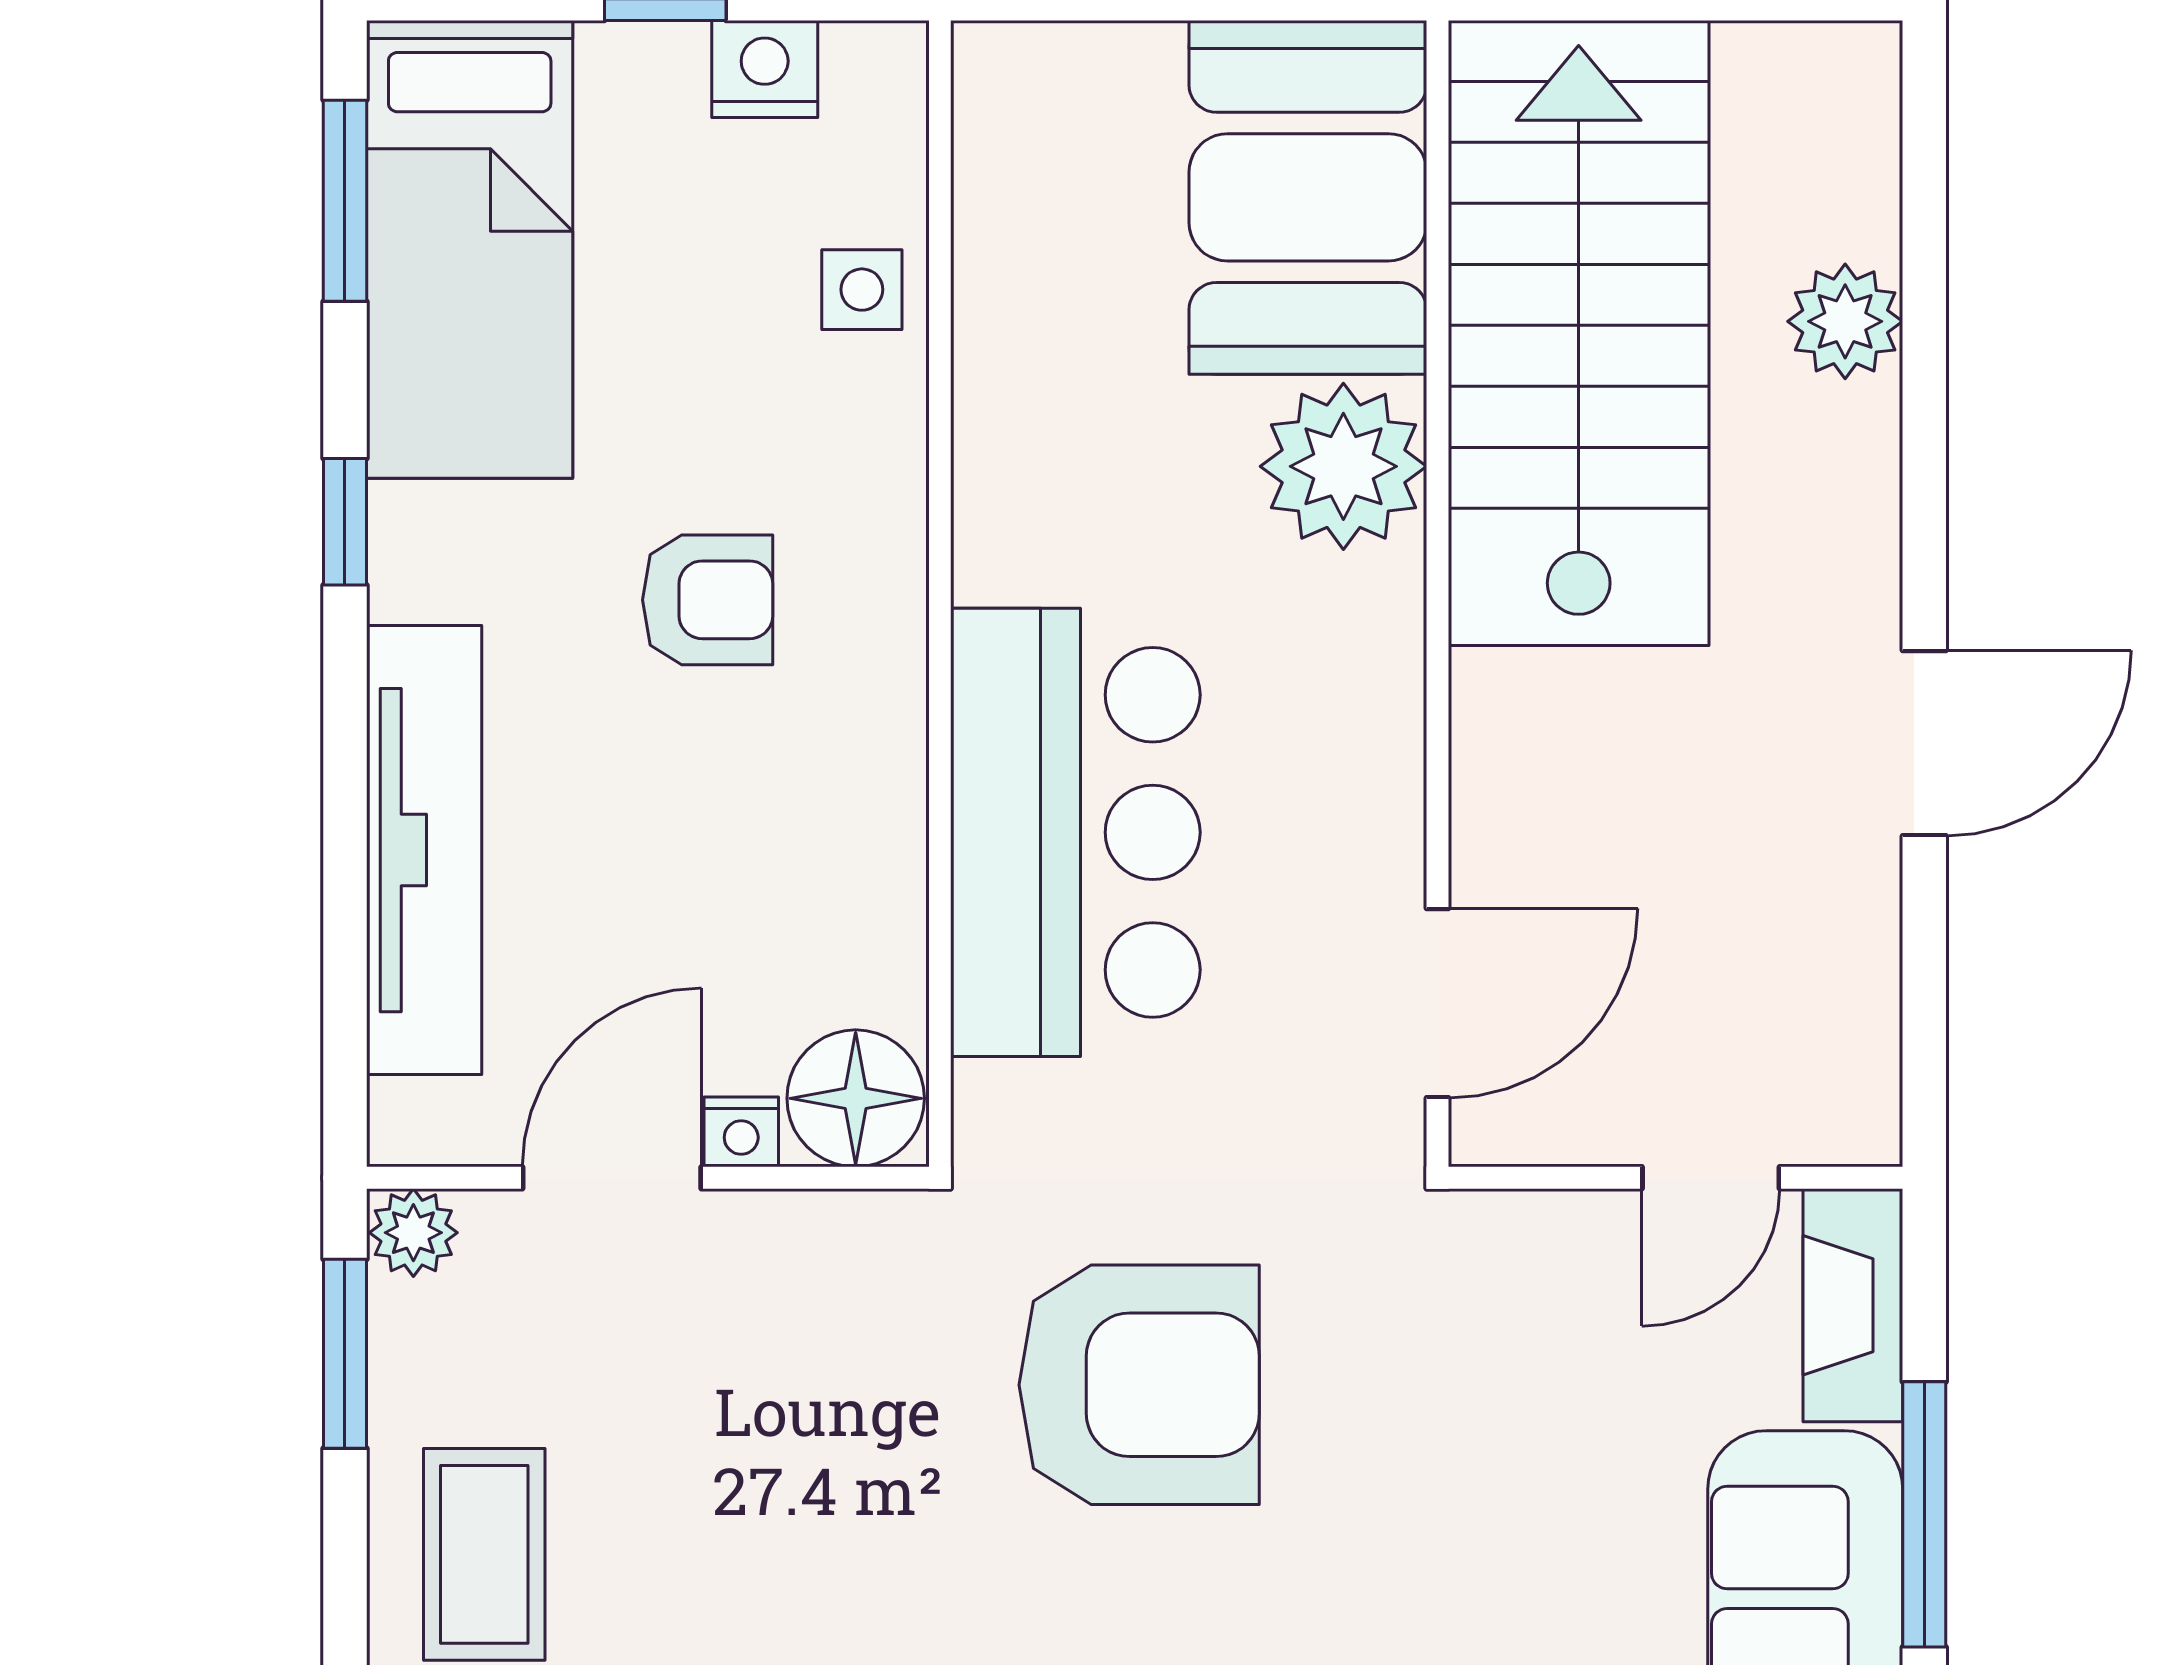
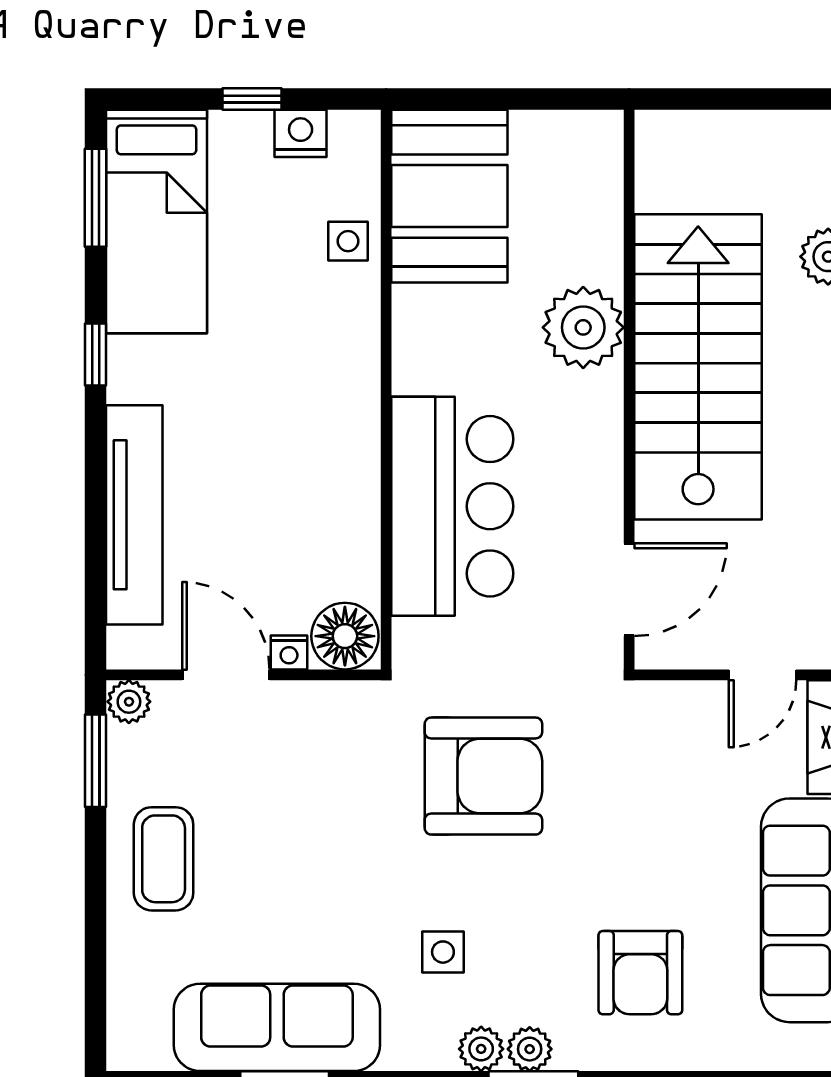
booth: (1308, 197) -> (449, 196), moved
stairs: (1579, 333) -> (698, 367), moved
armchair: (708, 600) -> (273, 393), removed
door: (612, 1178) -> (226, 675), hinge flipped

